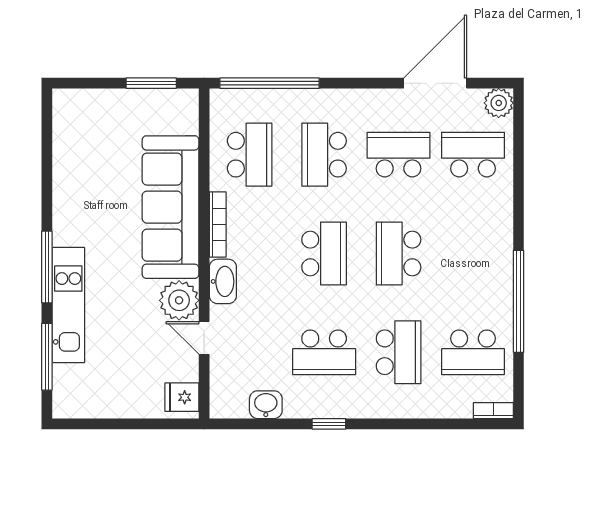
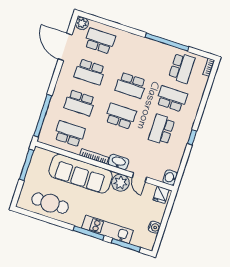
window: (151, 83) -> (27, 165), width x1.44
school desk: (399, 155) -> (90, 72), turned -90
school desk: (473, 155) -> (100, 41), turned 90
cafe table: (85, 161) -> (50, 203), added
door: (204, 338) -> (139, 177), hinge flipped
school desk: (324, 352) -> (162, 130), turned 180
washbasin: (266, 405) -> (170, 178), moved
water cooler: (106, 406) -> (154, 227), added

